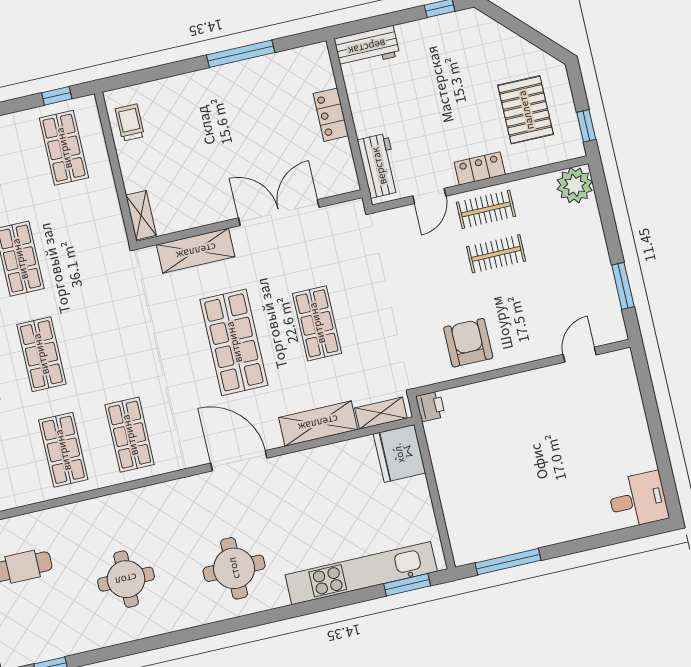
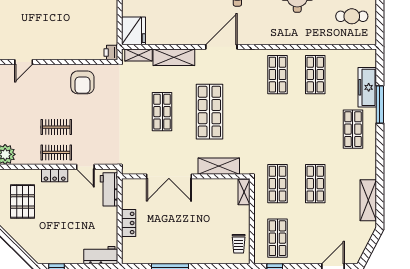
door: (429, 196) -> (85, 167), swing flipped
shop shelf: (41, 354) -> (277, 184), moved
door: (239, 461) -> (221, 47), swing flipped

